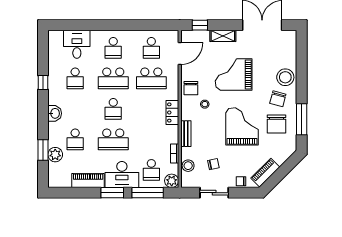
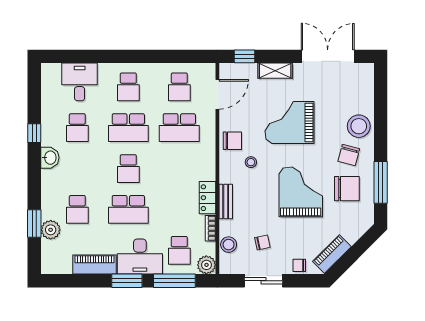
chair: (191, 88) -> (232, 141), turned -90
washbasin: (55, 113) -> (50, 158), moved
locker: (172, 113) -> (207, 198), moved
chair: (276, 124) -> (347, 189), turned -90

